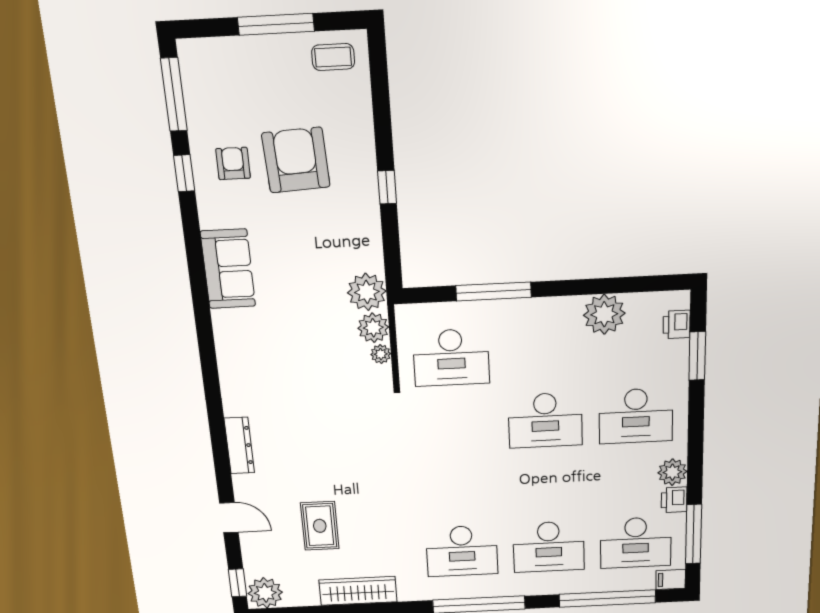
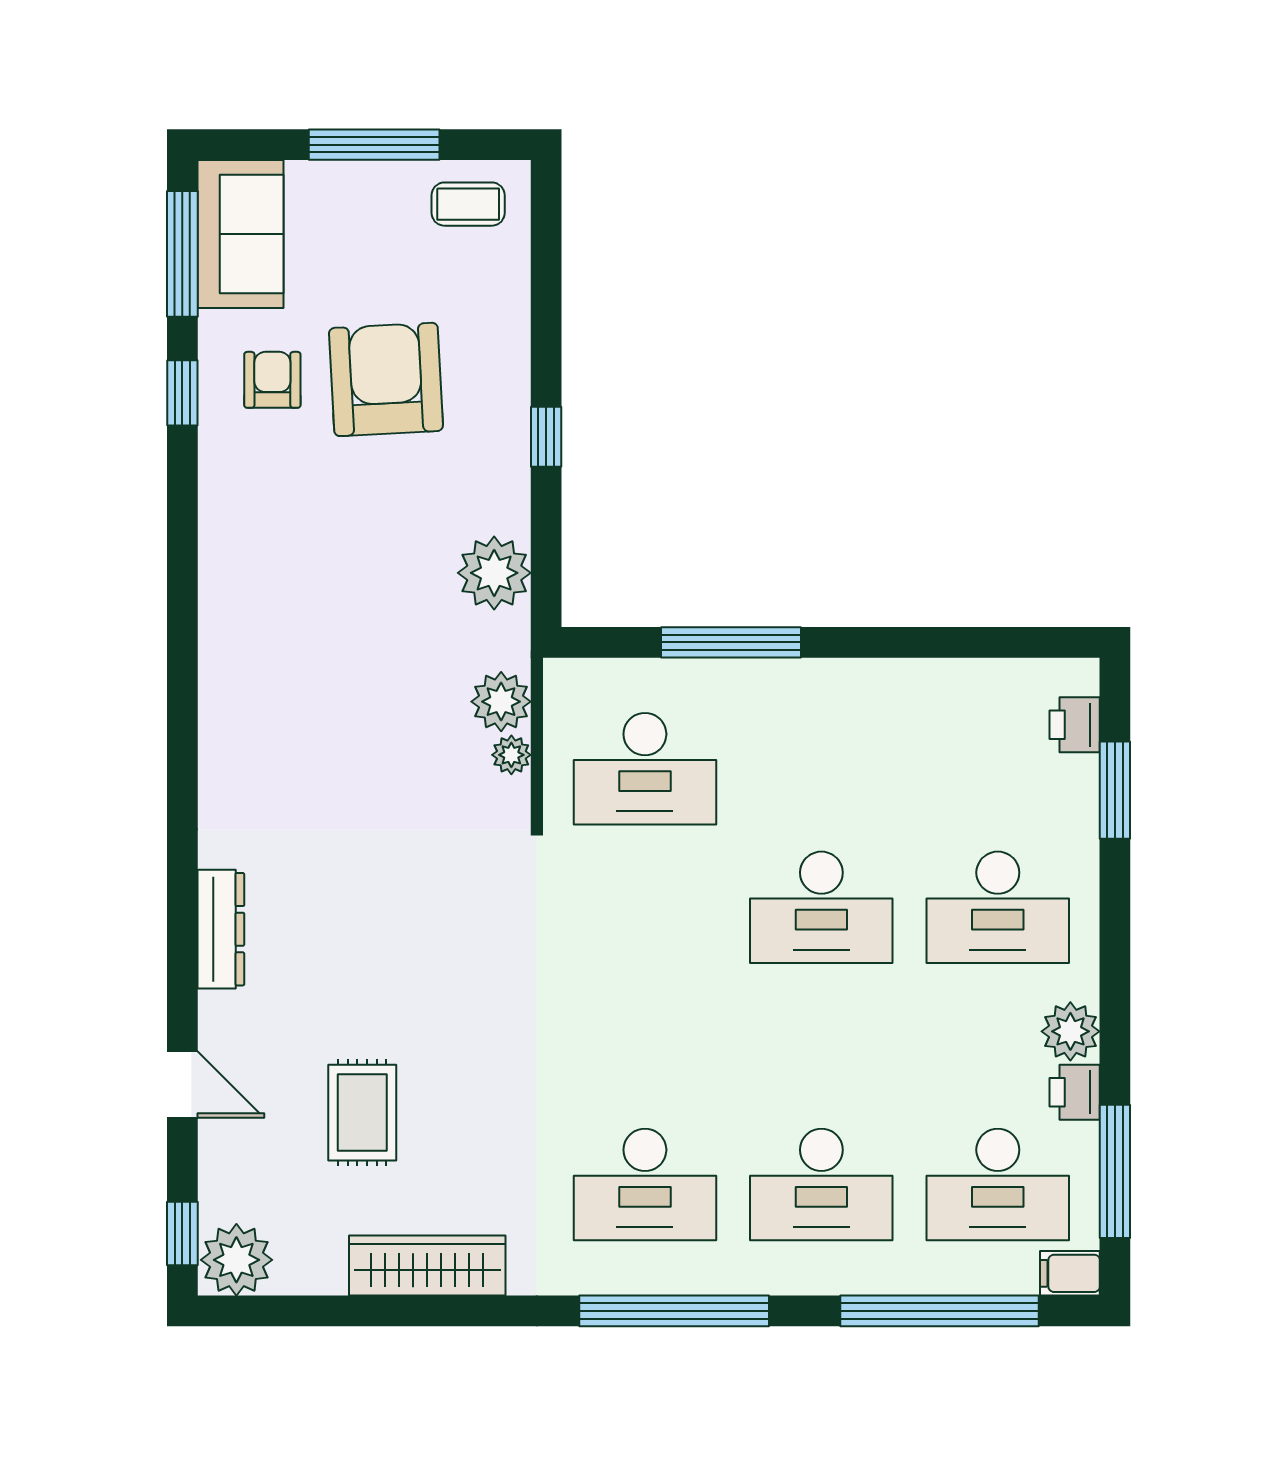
sofa: (228, 269) -> (240, 234), moved
plant: (367, 292) -> (494, 573), moved
plant: (604, 314) -> (938, 698), removed

